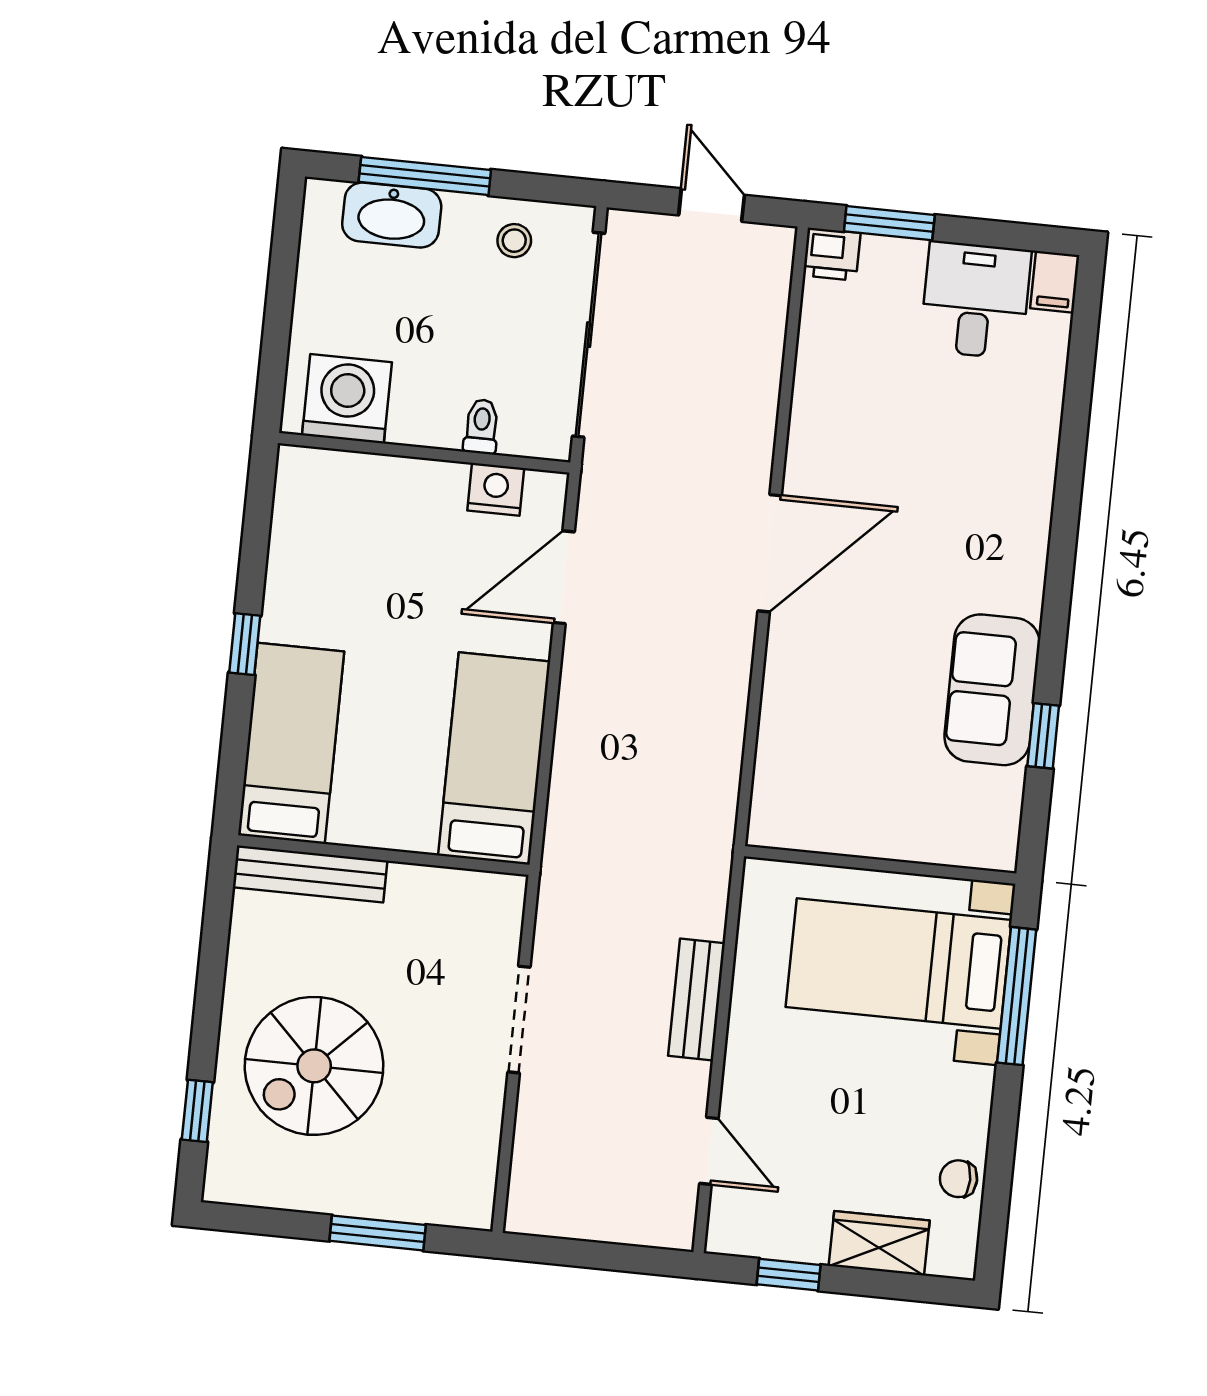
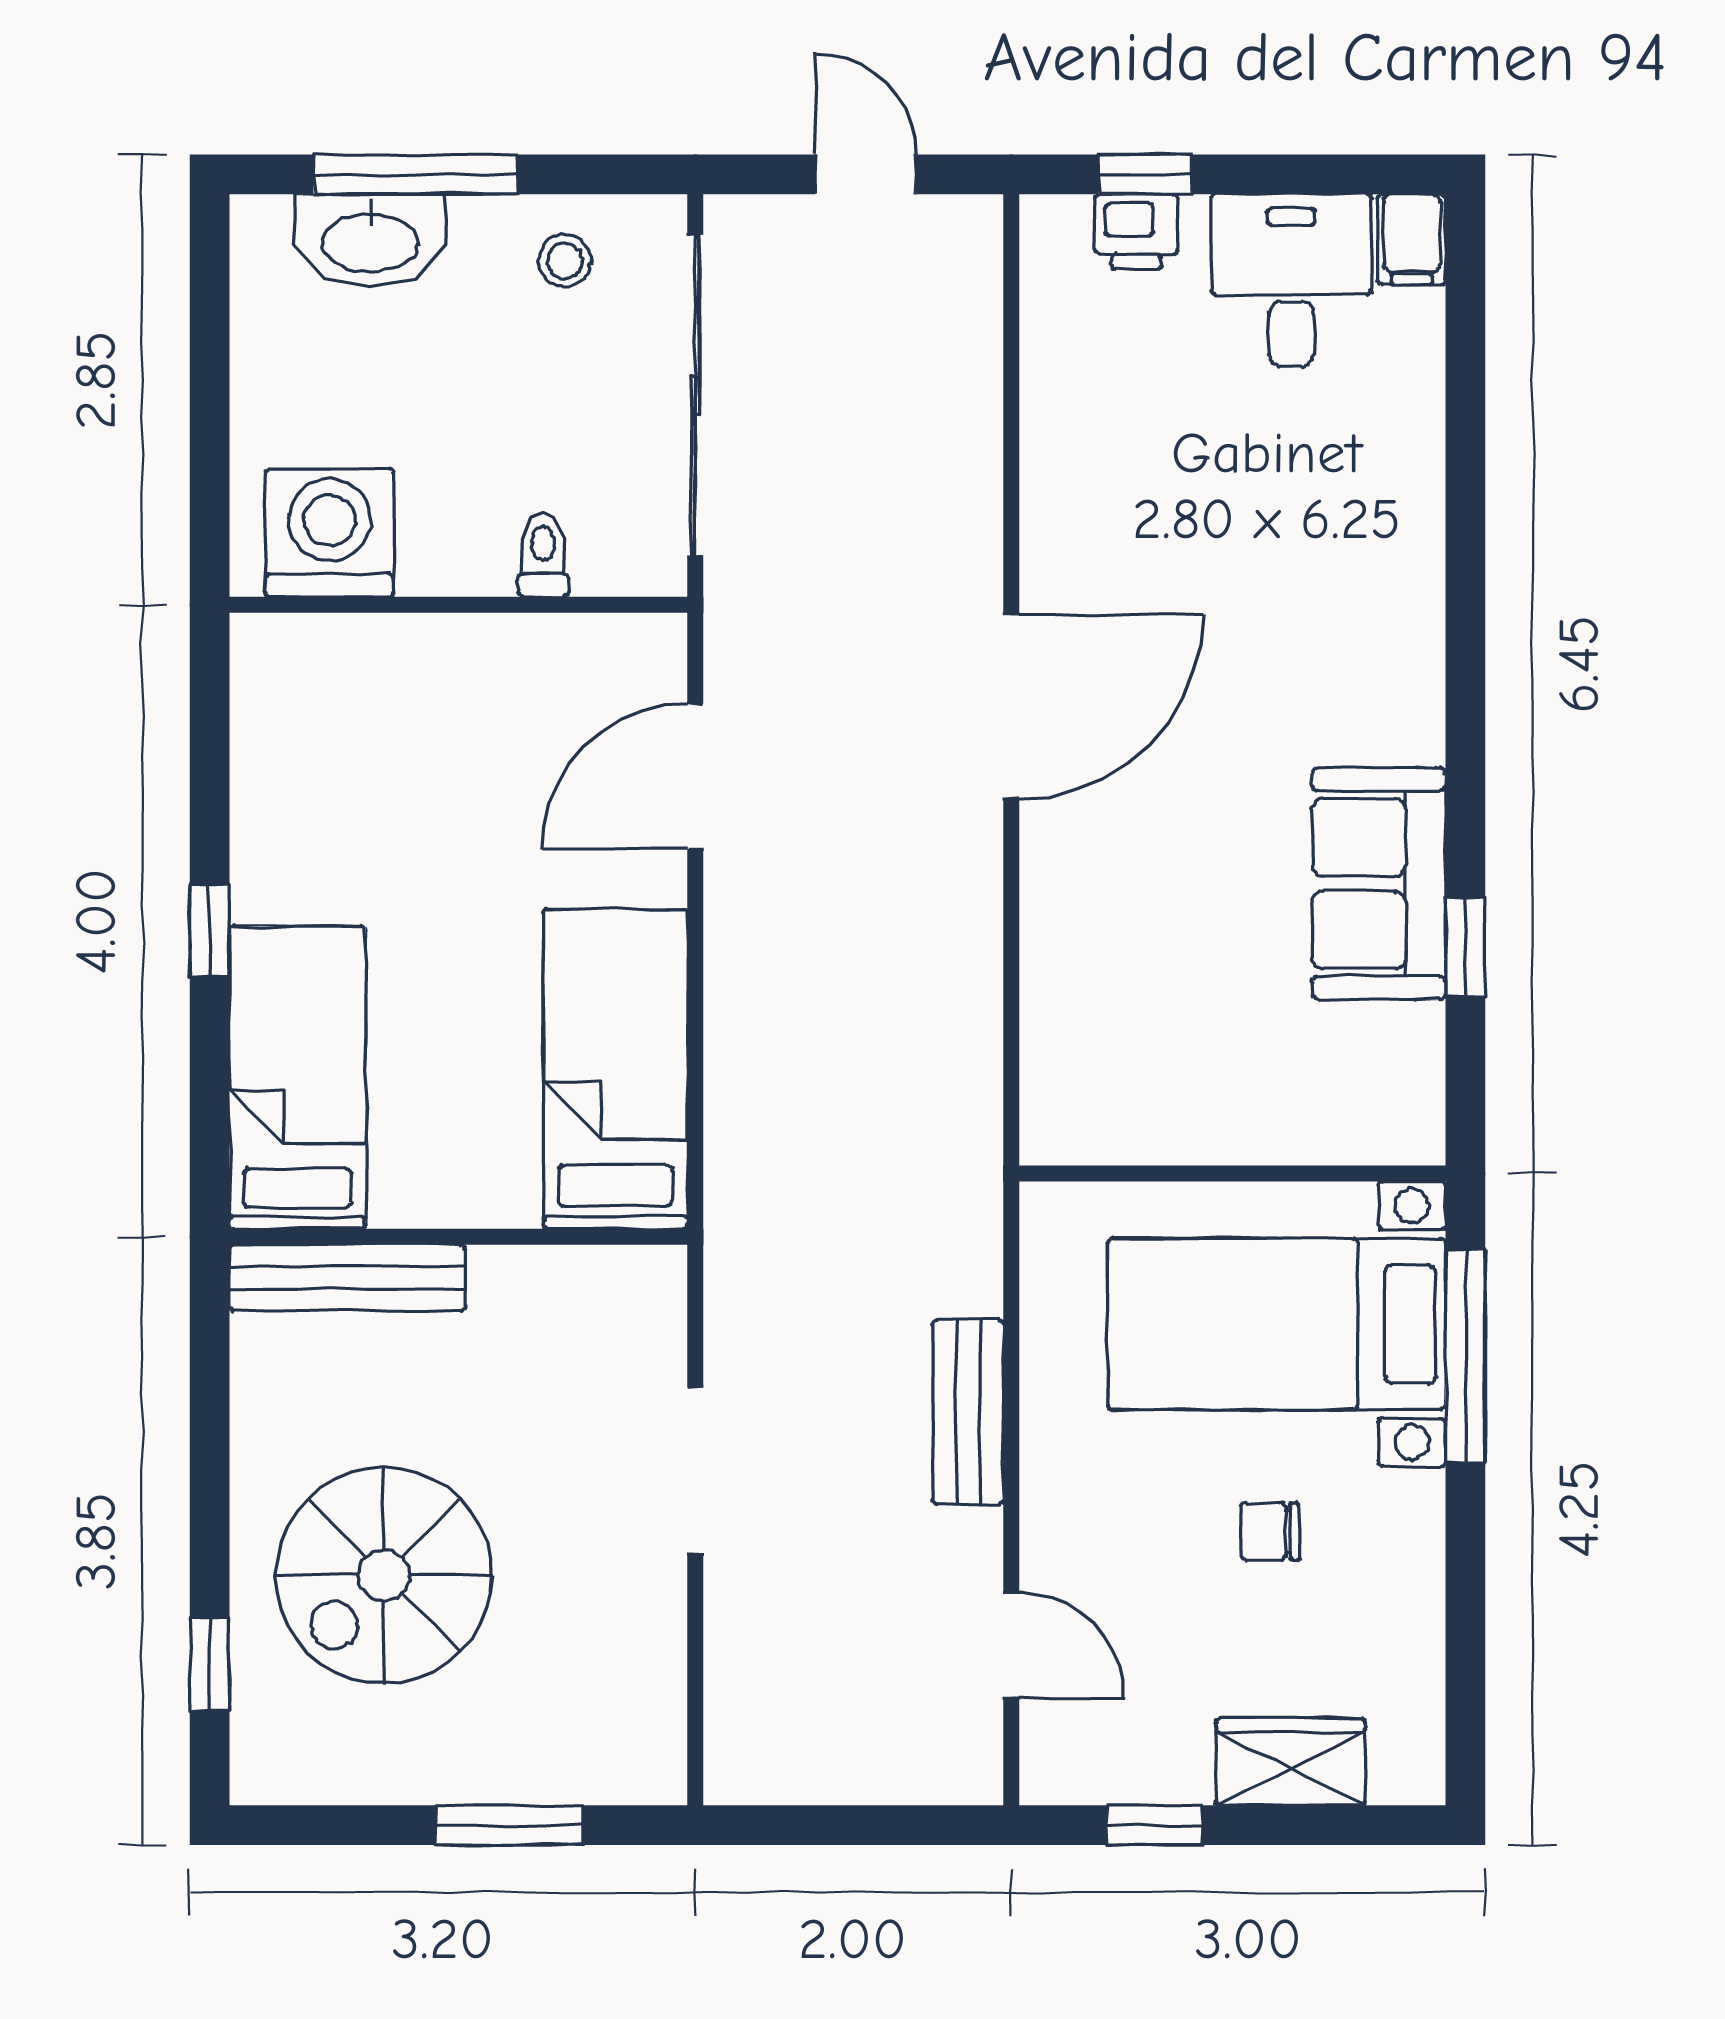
window: (889, 223) -> (1145, 174), width x0.67
printer: (832, 254) -> (1137, 232), moved
nightstand: (496, 489) -> (575, 650), removed
chair: (959, 1179) -> (1270, 1531), moved

